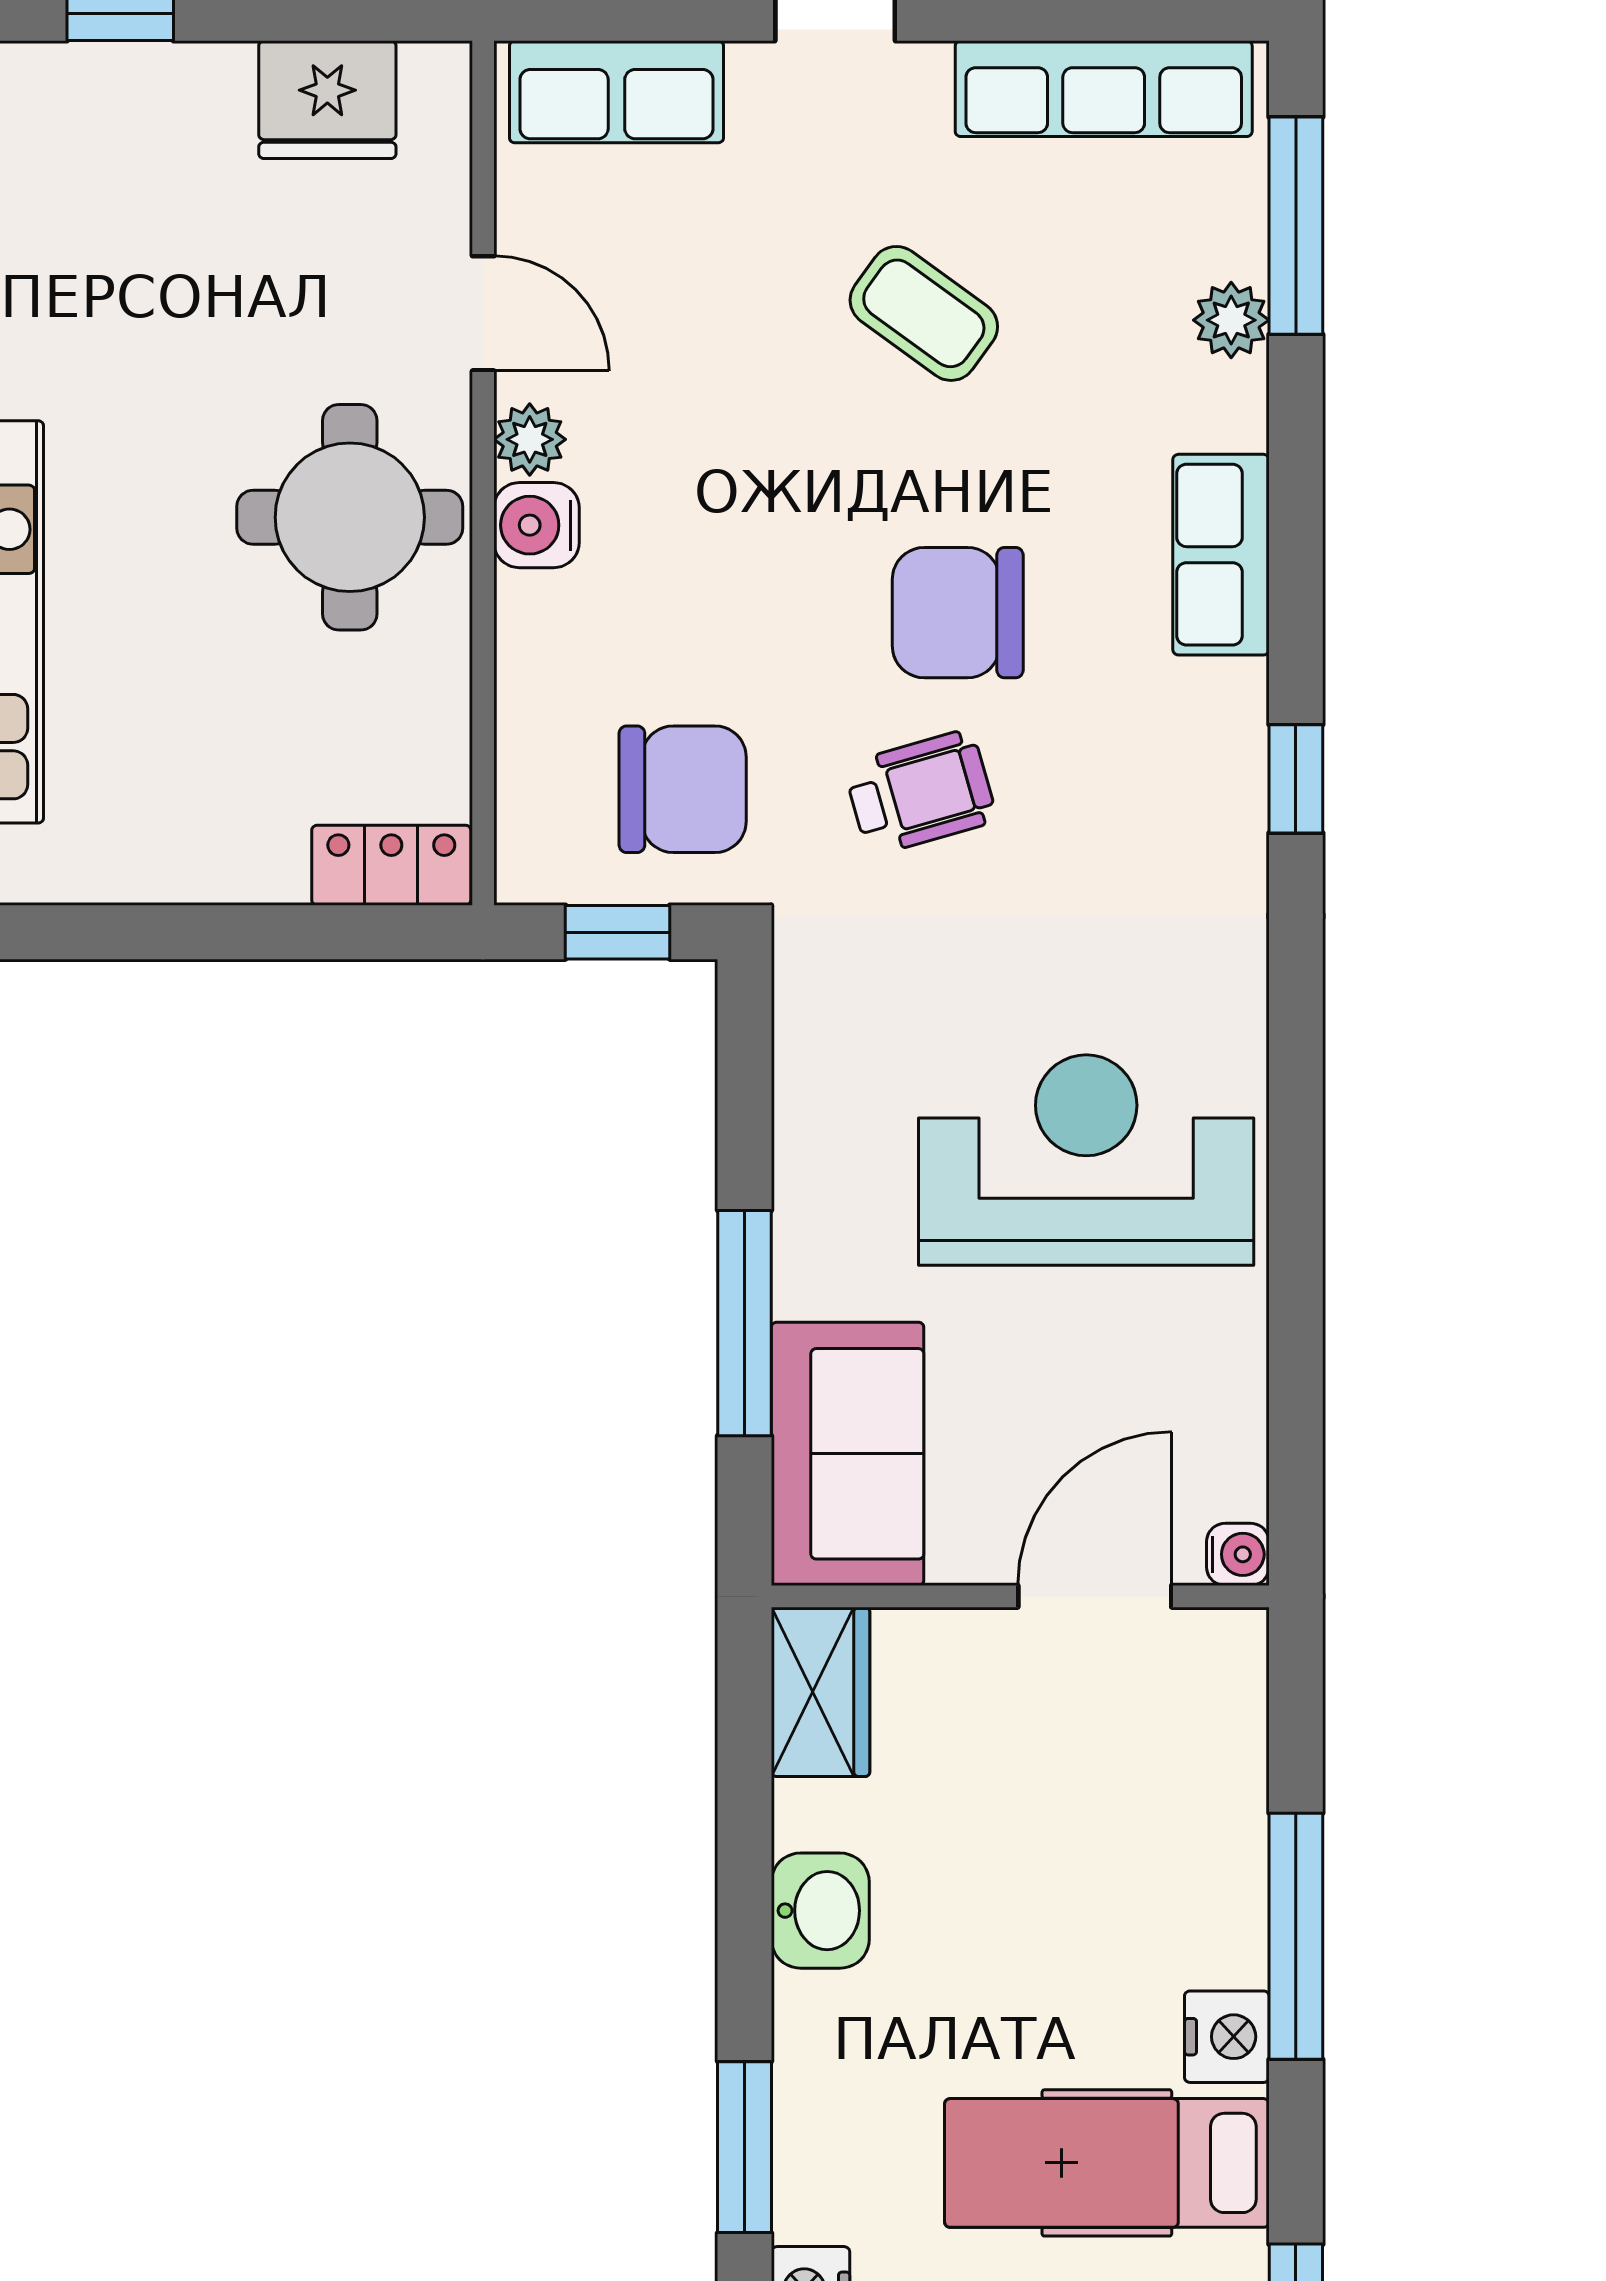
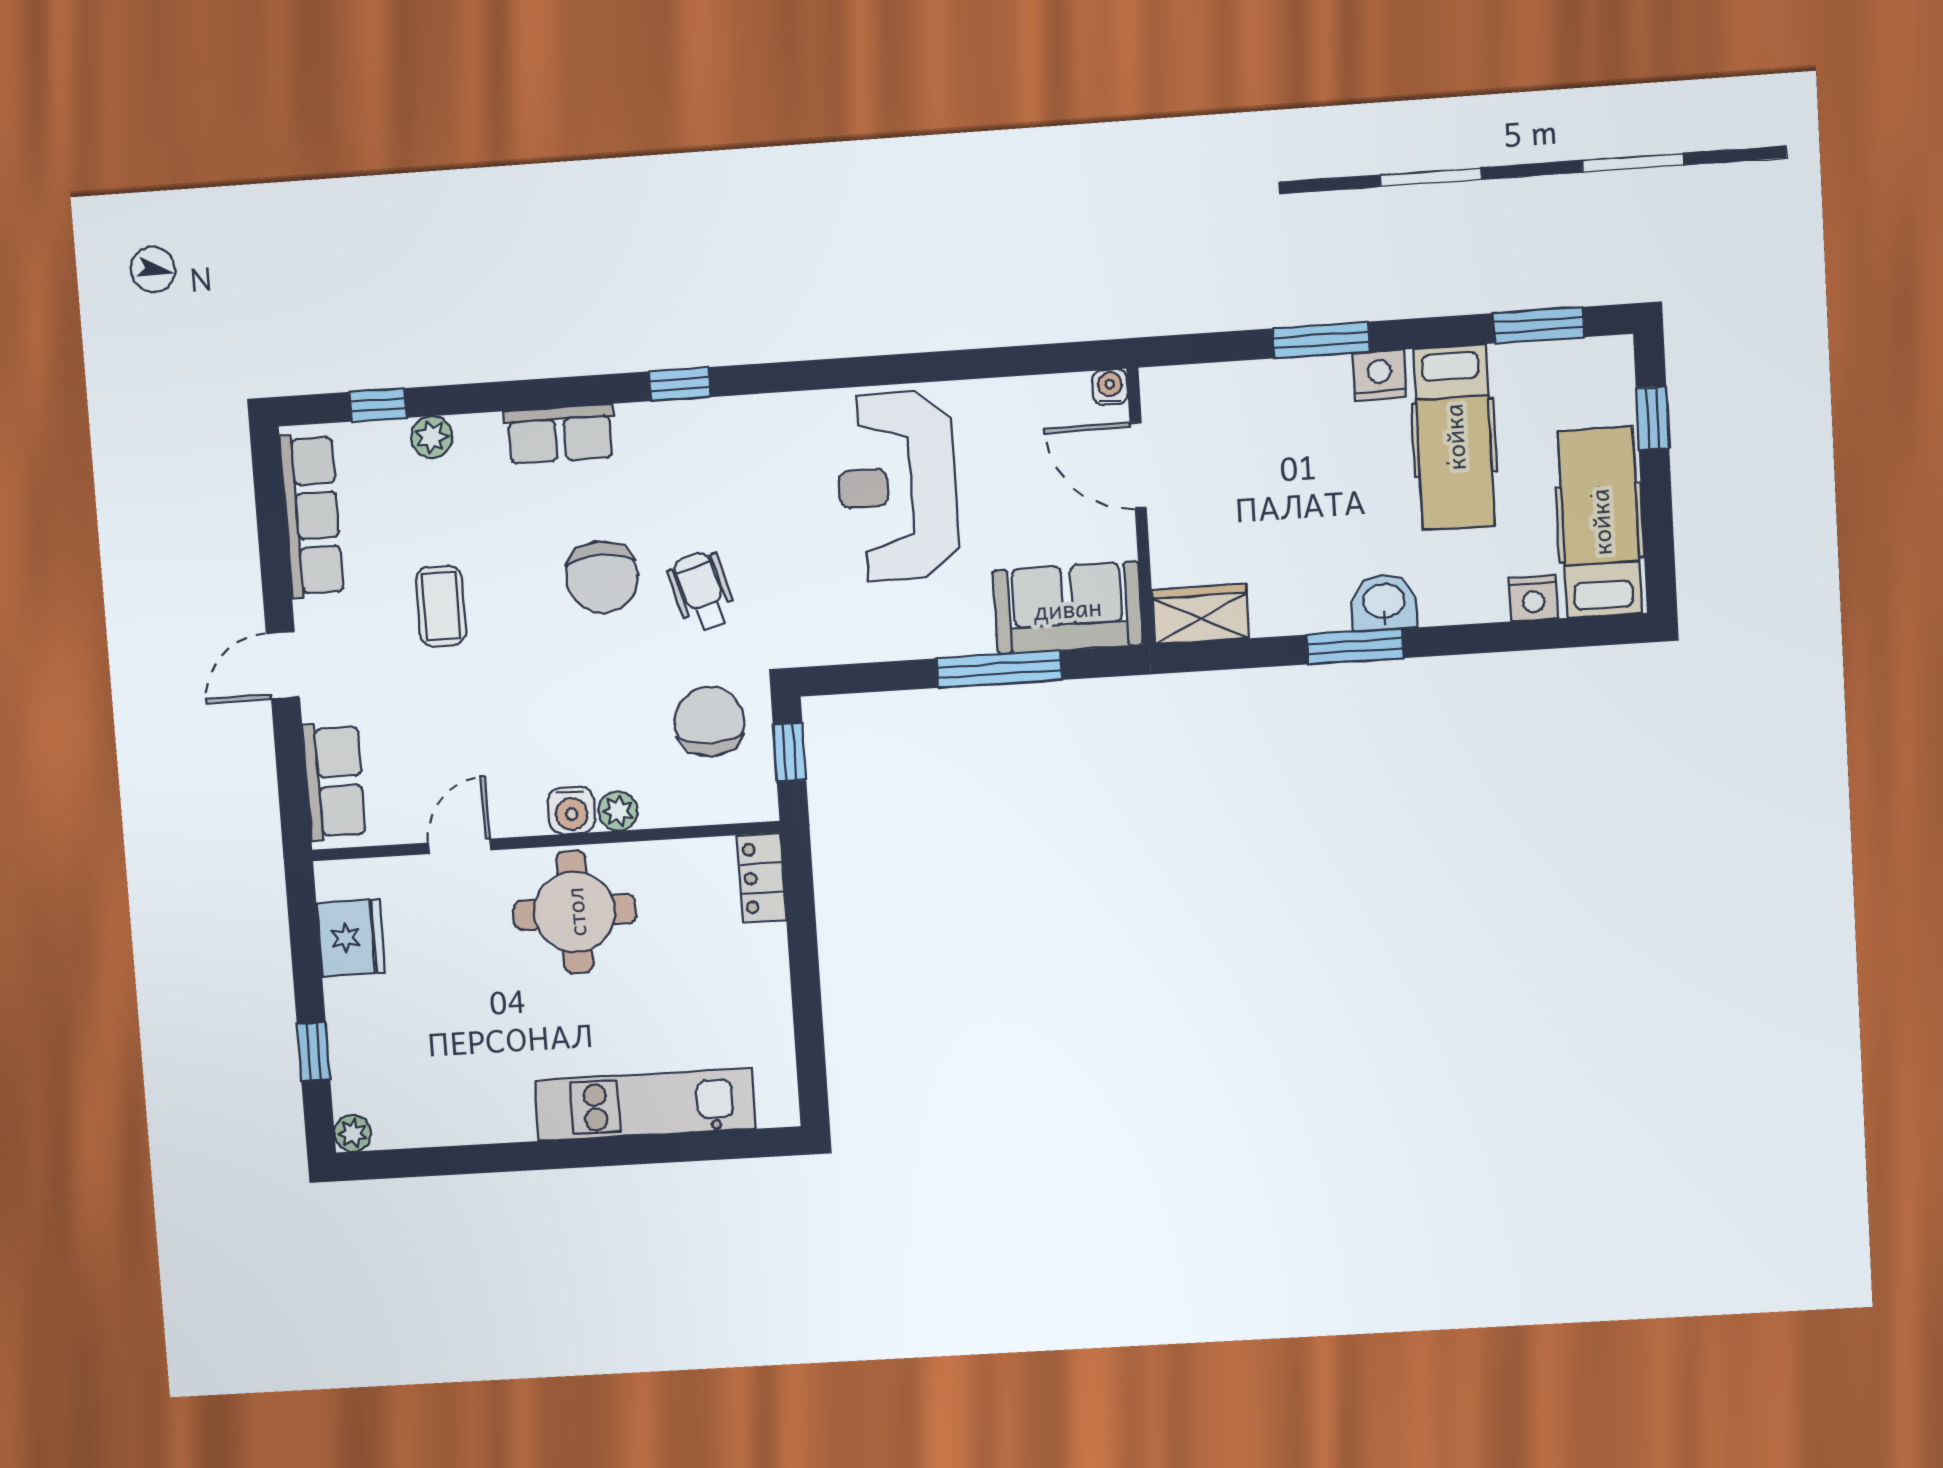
window: (1296, 226) -> (378, 405), width x0.46
coffee table: (924, 313) -> (441, 606), turned -36
plant: (530, 439) -> (618, 811), moved
washbasin: (820, 1911) -> (1384, 602), moved
window: (1296, 1936) -> (1321, 340), width x0.69
window: (745, 2147) -> (1355, 646), moved

